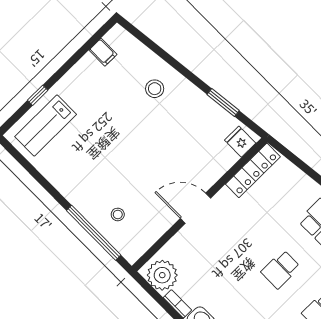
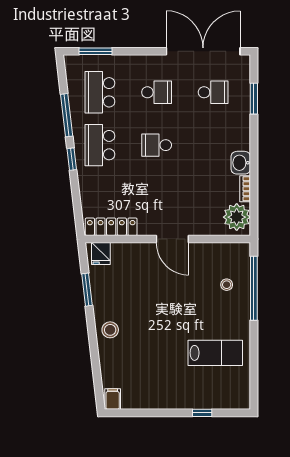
filing cabinet: (103, 52) -> (113, 399), moved
stool: (155, 89) -> (110, 330), moved
lab bench: (46, 125) -> (215, 353), moved
school desk: (281, 269) -> (157, 145), turned 180

